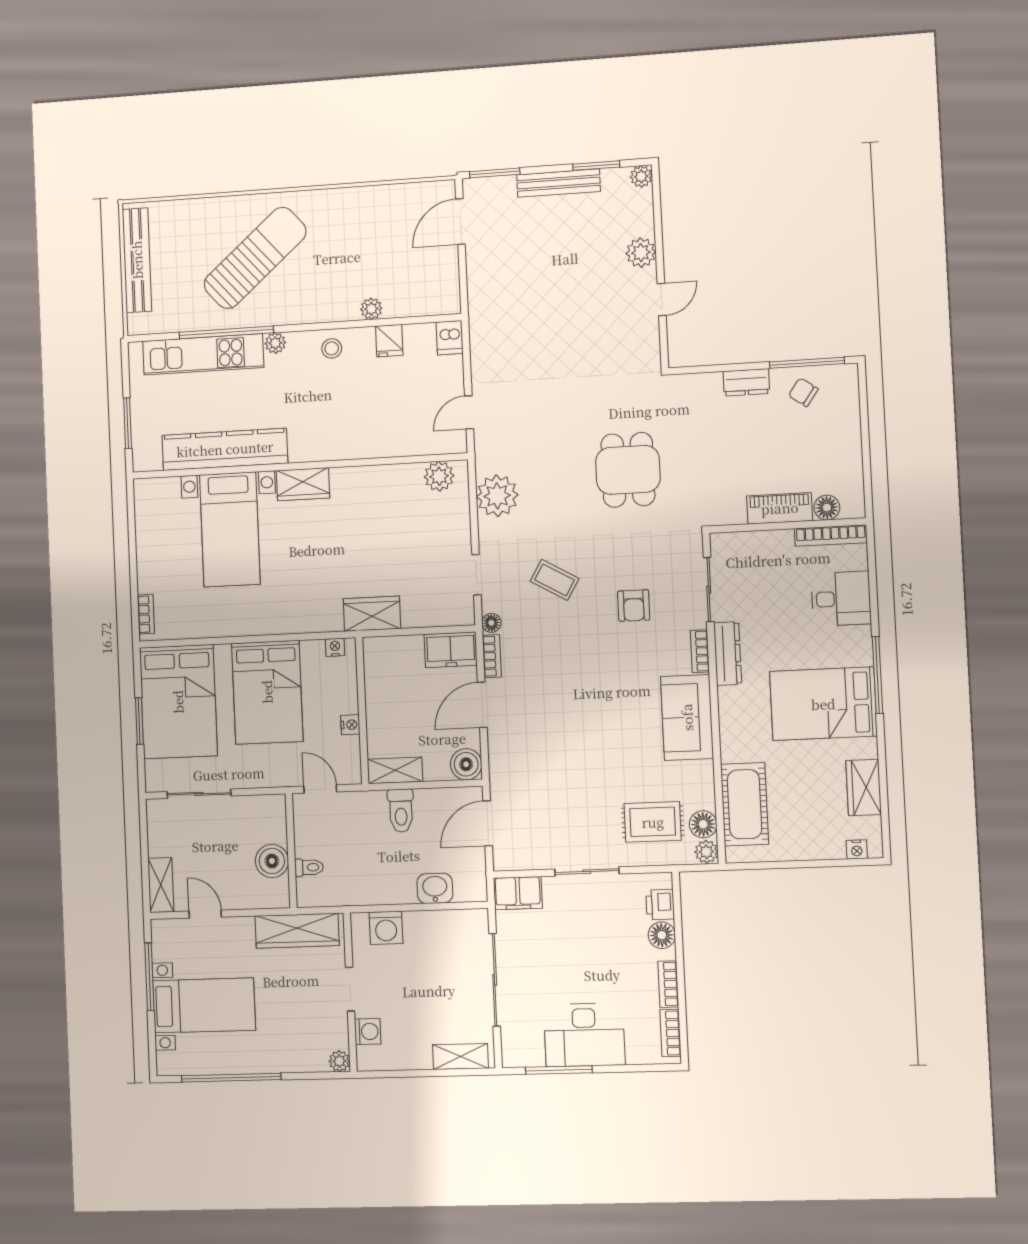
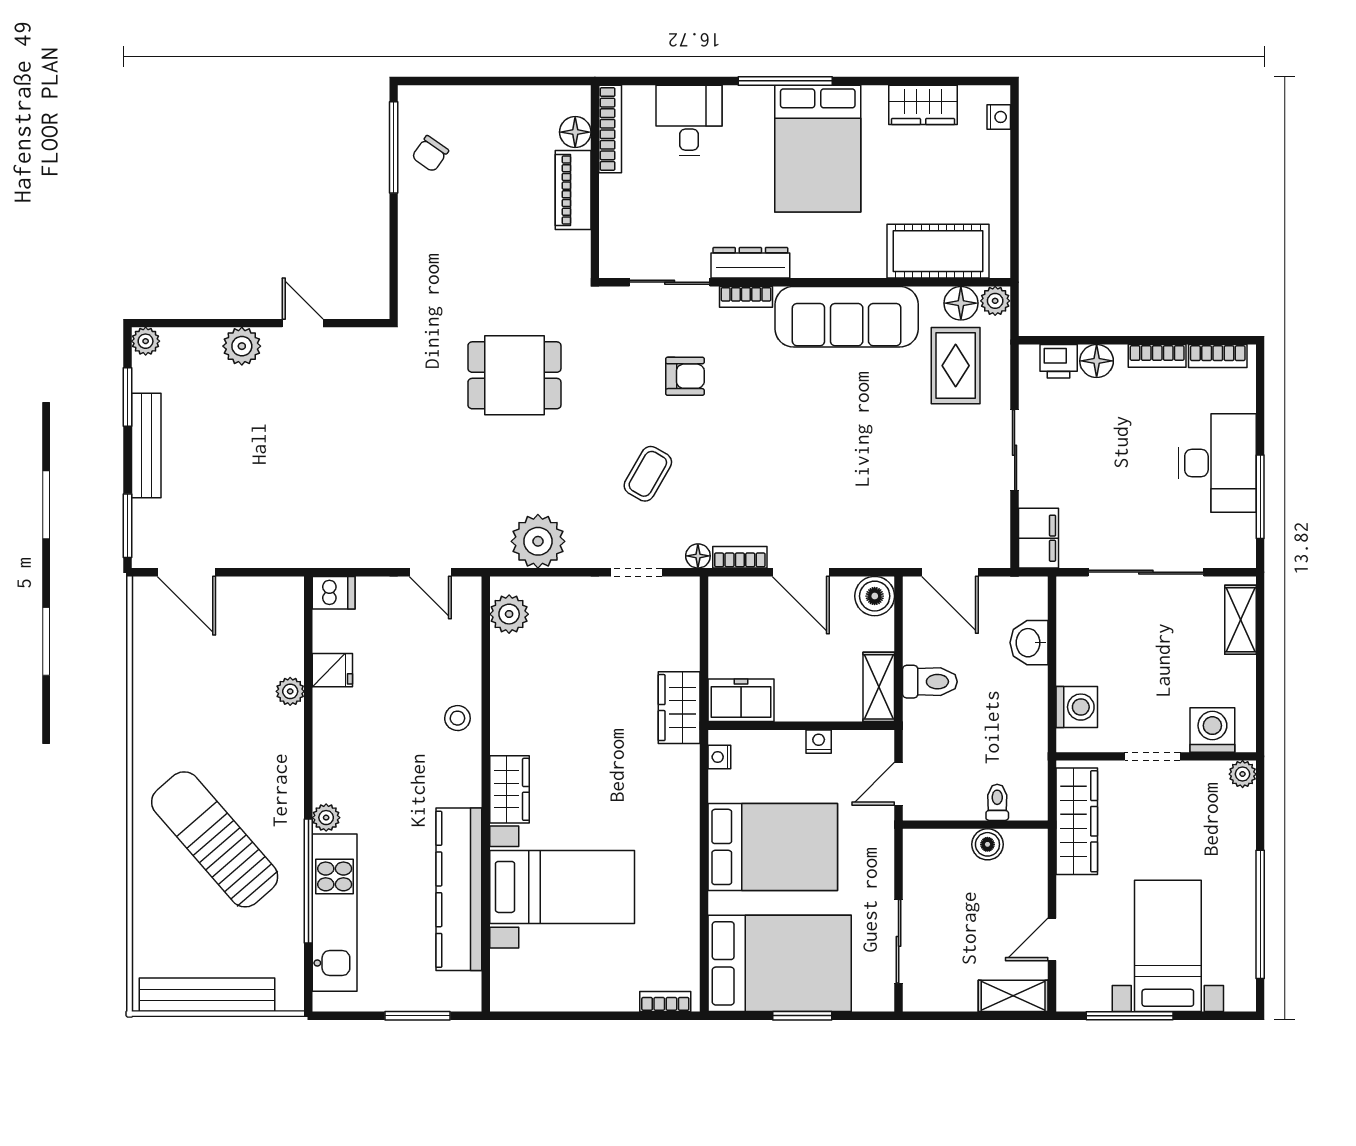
stool: (332, 348) -> (457, 718), moved
dresser: (746, 382) -> (413, 223), removed
freezer: (451, 650) -> (741, 700), moved, turned -90
sofa: (687, 717) -> (847, 317), width x1.36
boiler: (272, 861) -> (987, 844), width x0.73, depth x0.73
washing machine: (368, 1032) -> (1212, 730), width x1.38, depth x1.38

